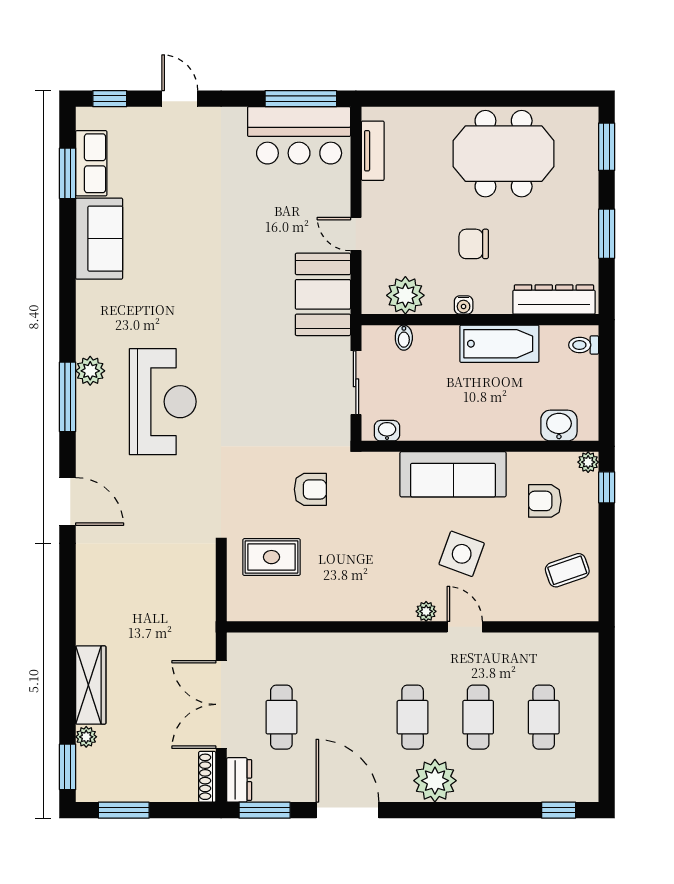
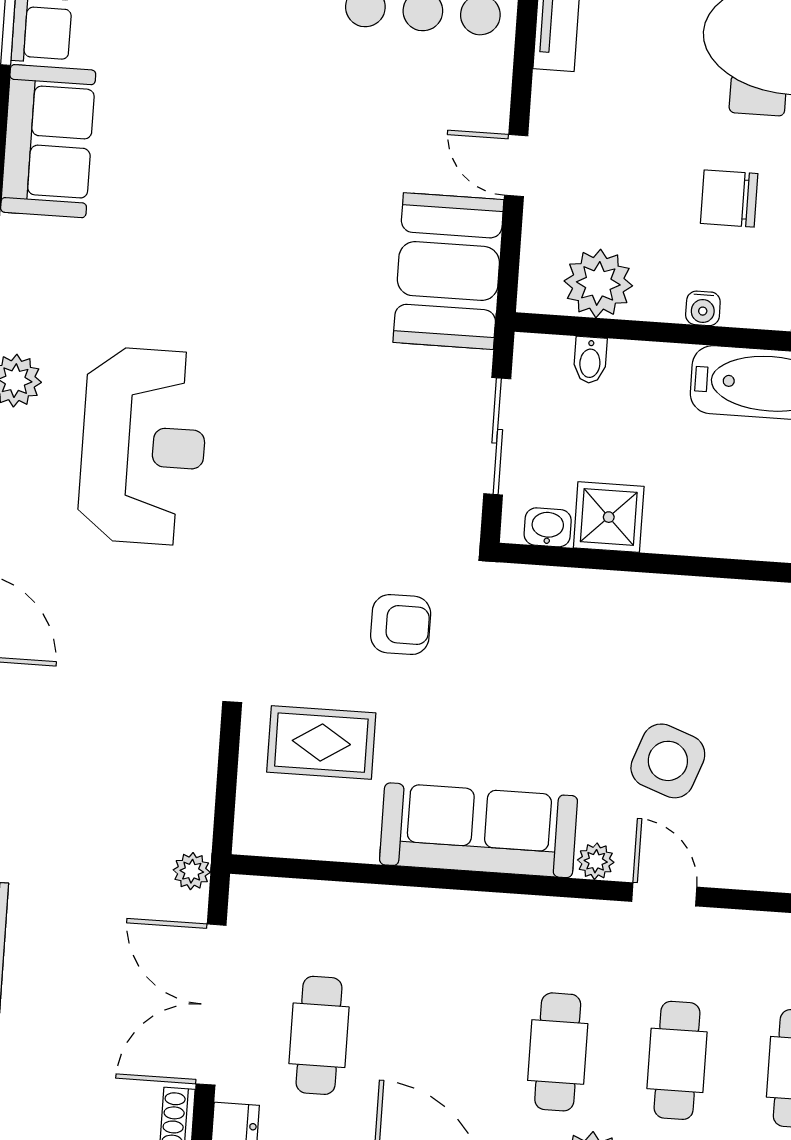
shower: (420, 423) -> (609, 517), added
sofa: (453, 474) -> (479, 830), moved, turned 180
plant: (206, 632) -> (192, 871), added

